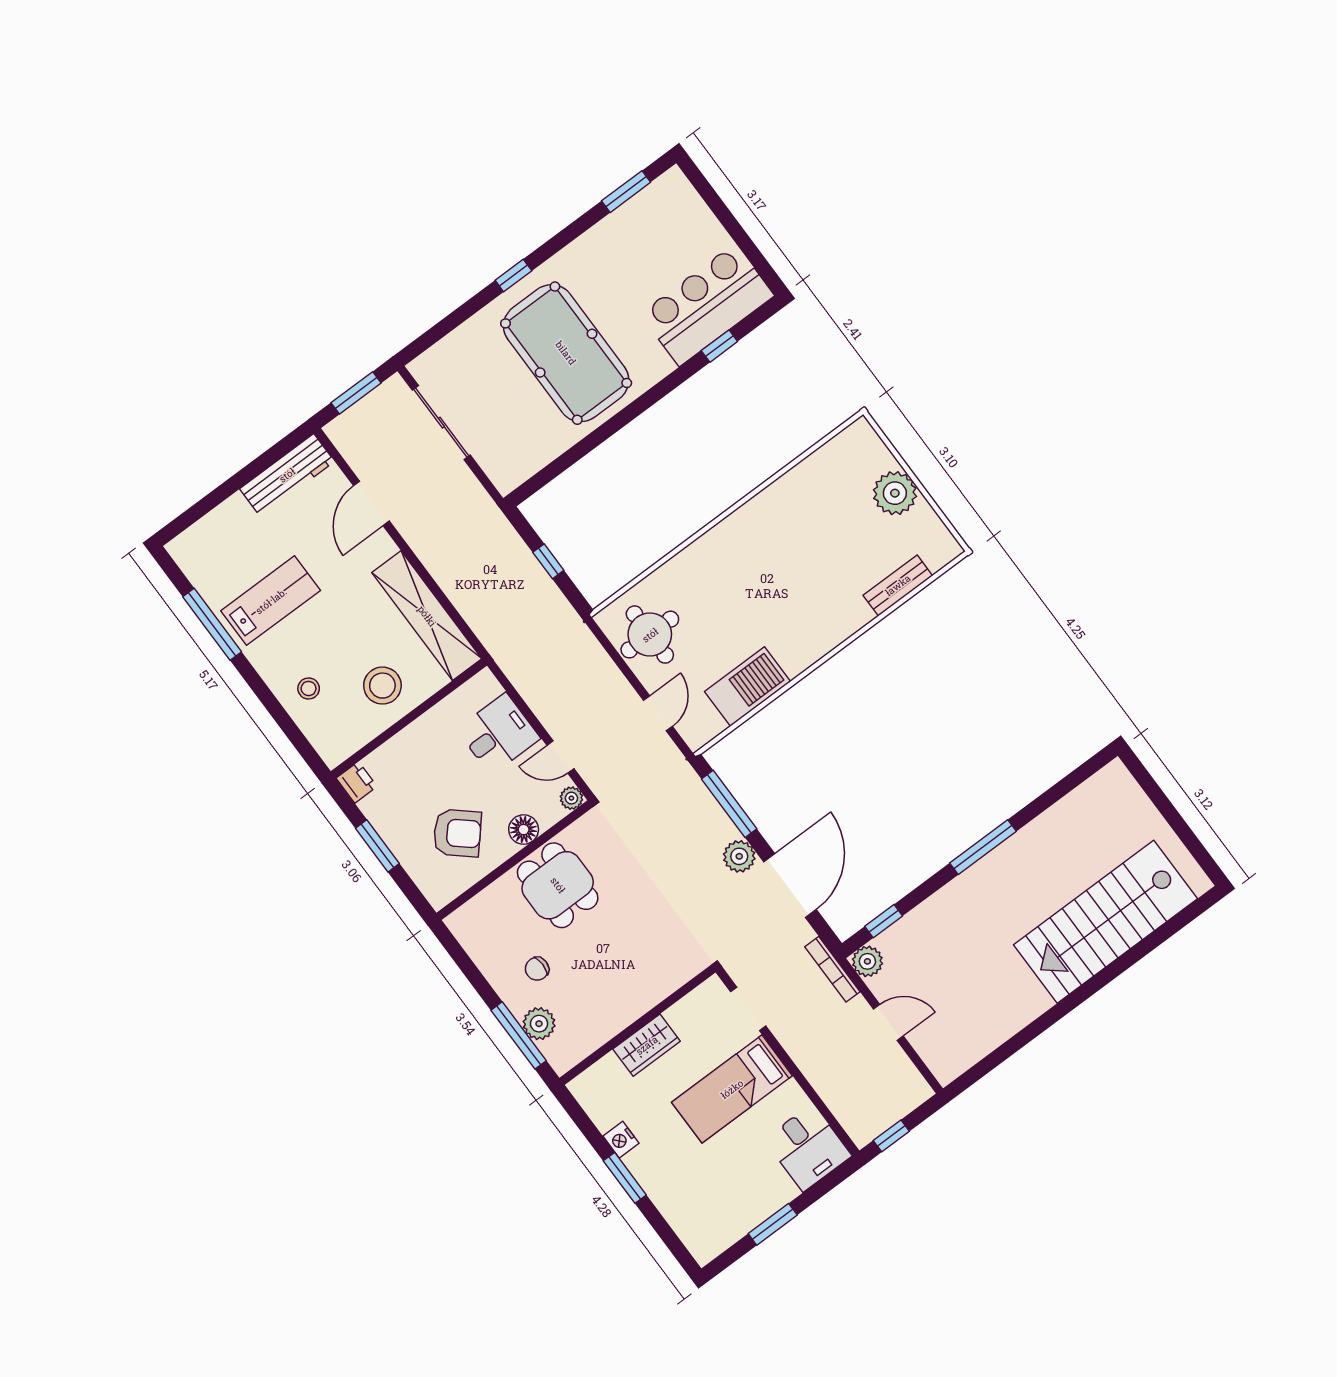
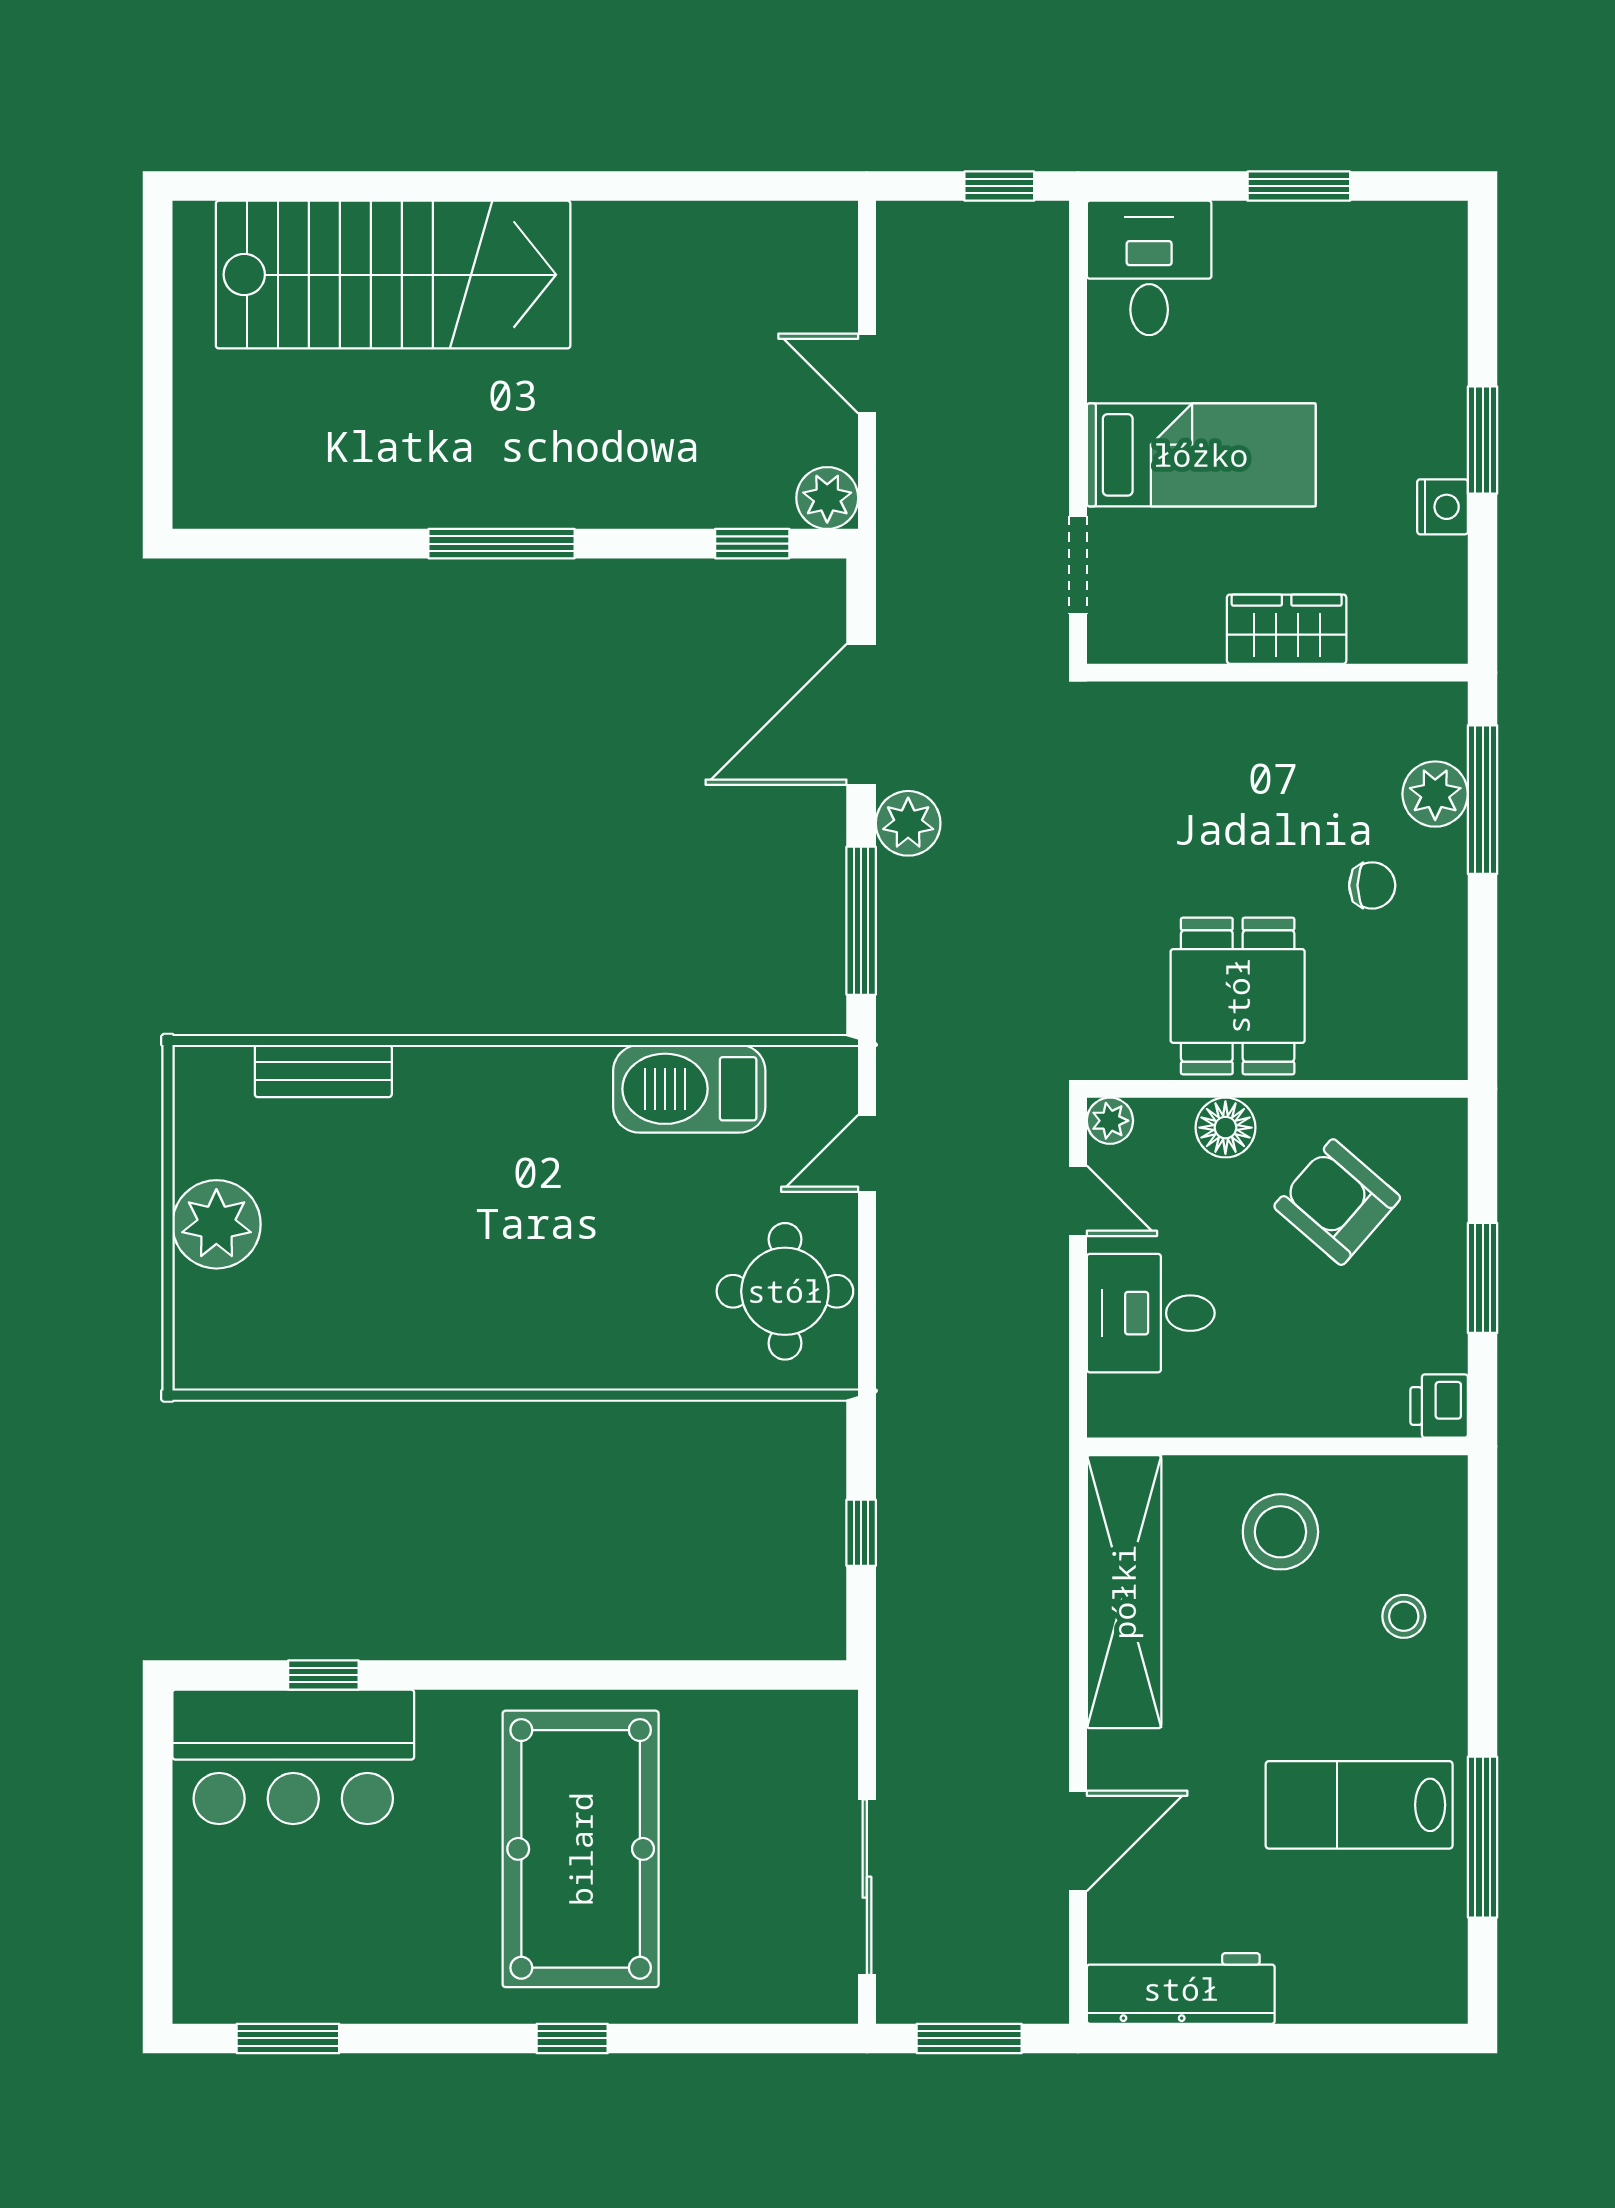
bookcase: (832, 969) -> (894, 527), removed

